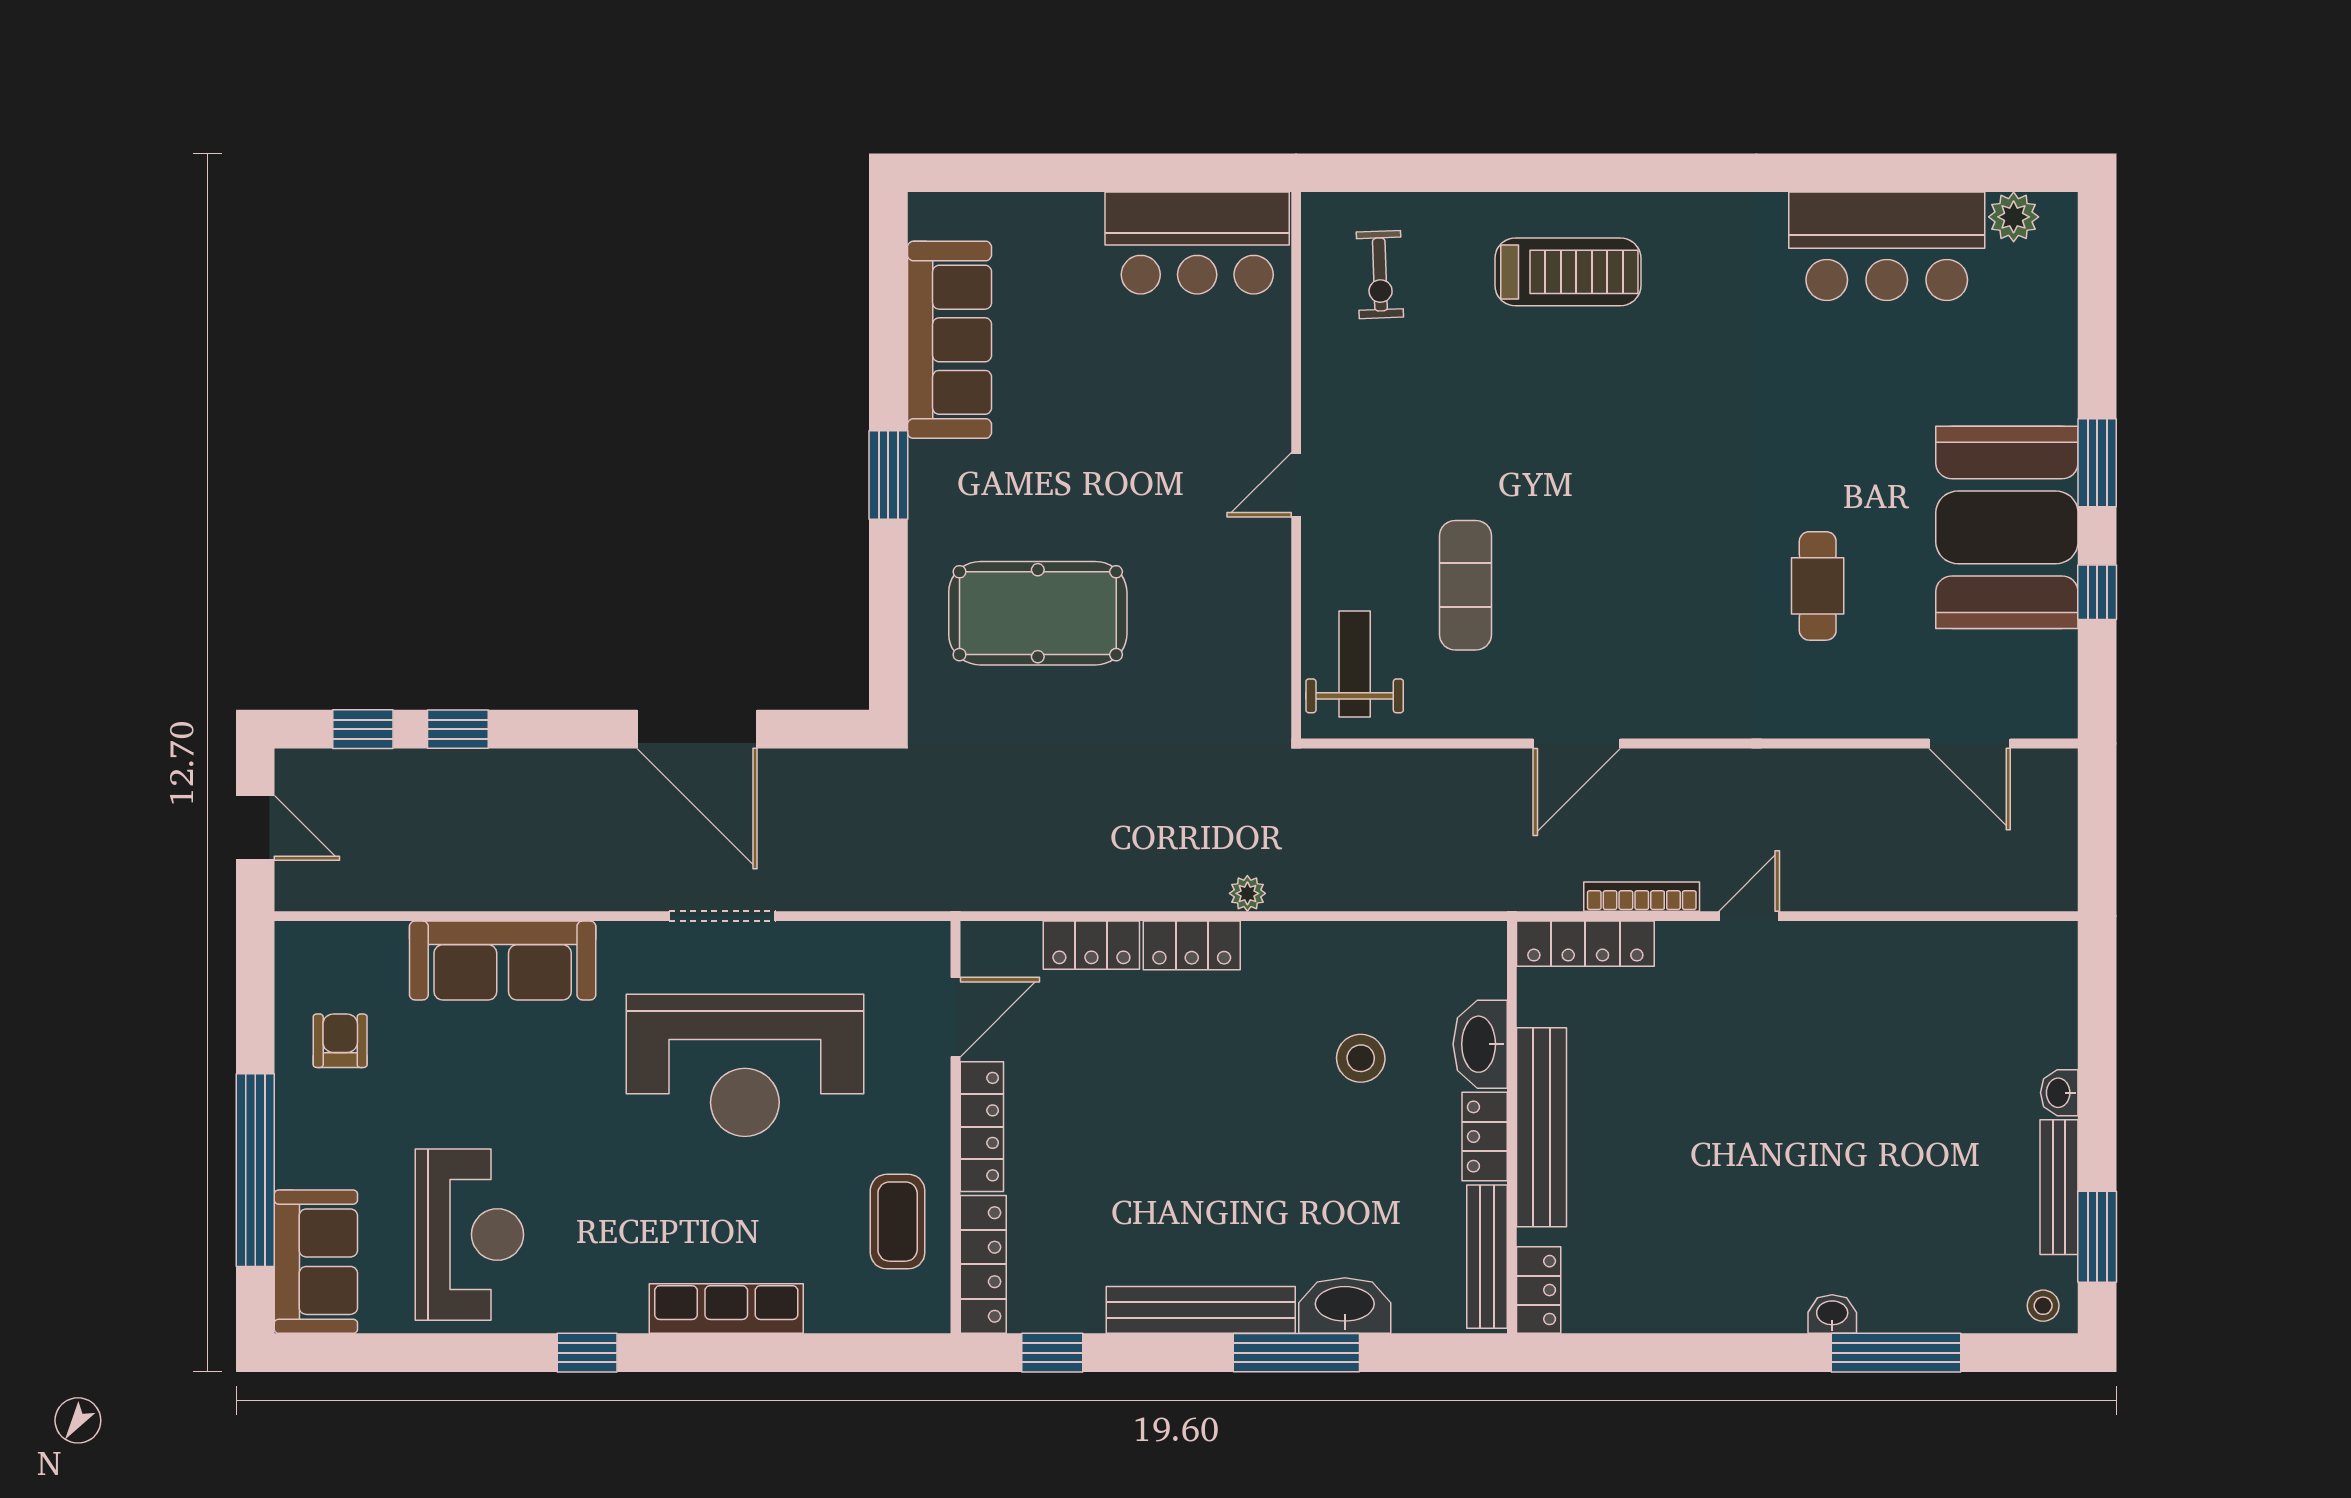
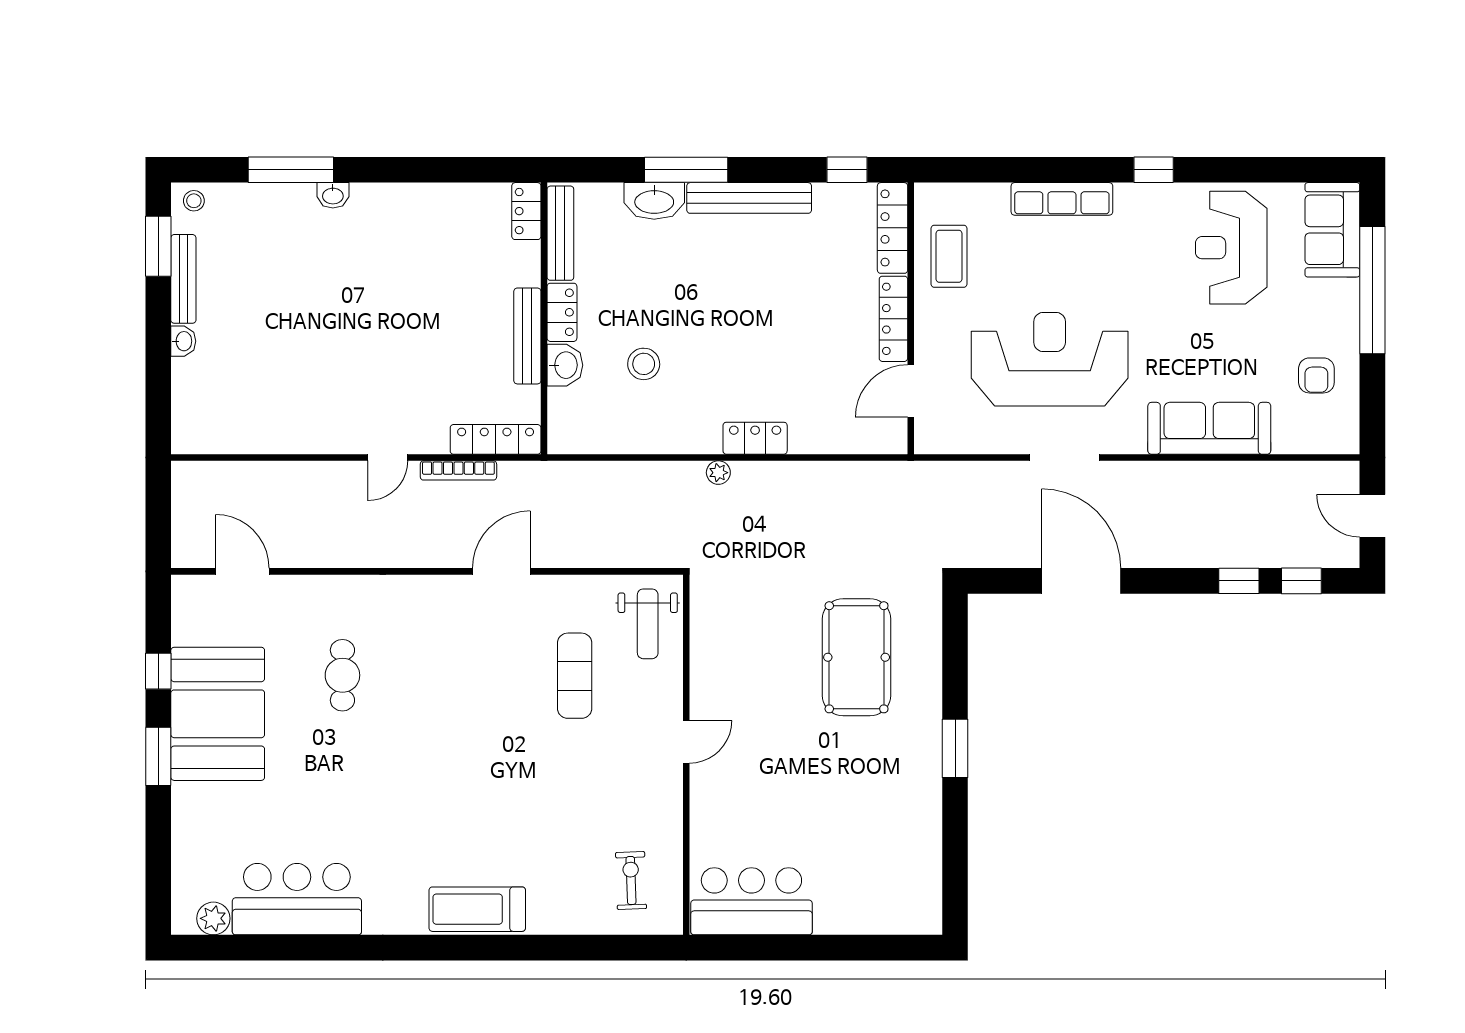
treadmill: (1568, 272) -> (477, 909), moved
sofa: (949, 340) -> (915, 837), removed
pool table: (1038, 613) -> (857, 657), turned 90
locker: (1091, 945) -> (821, 438), removed
washbasin: (1480, 1044) -> (565, 365), width x0.72
bench: (1541, 1127) -> (527, 336), width x0.73, depth x0.82

